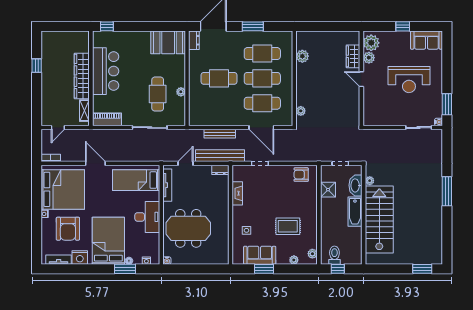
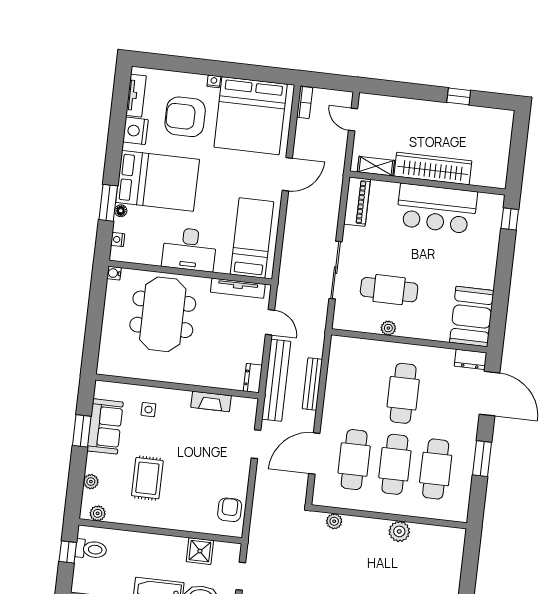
plant: (302, 56) -> (399, 531), moved

